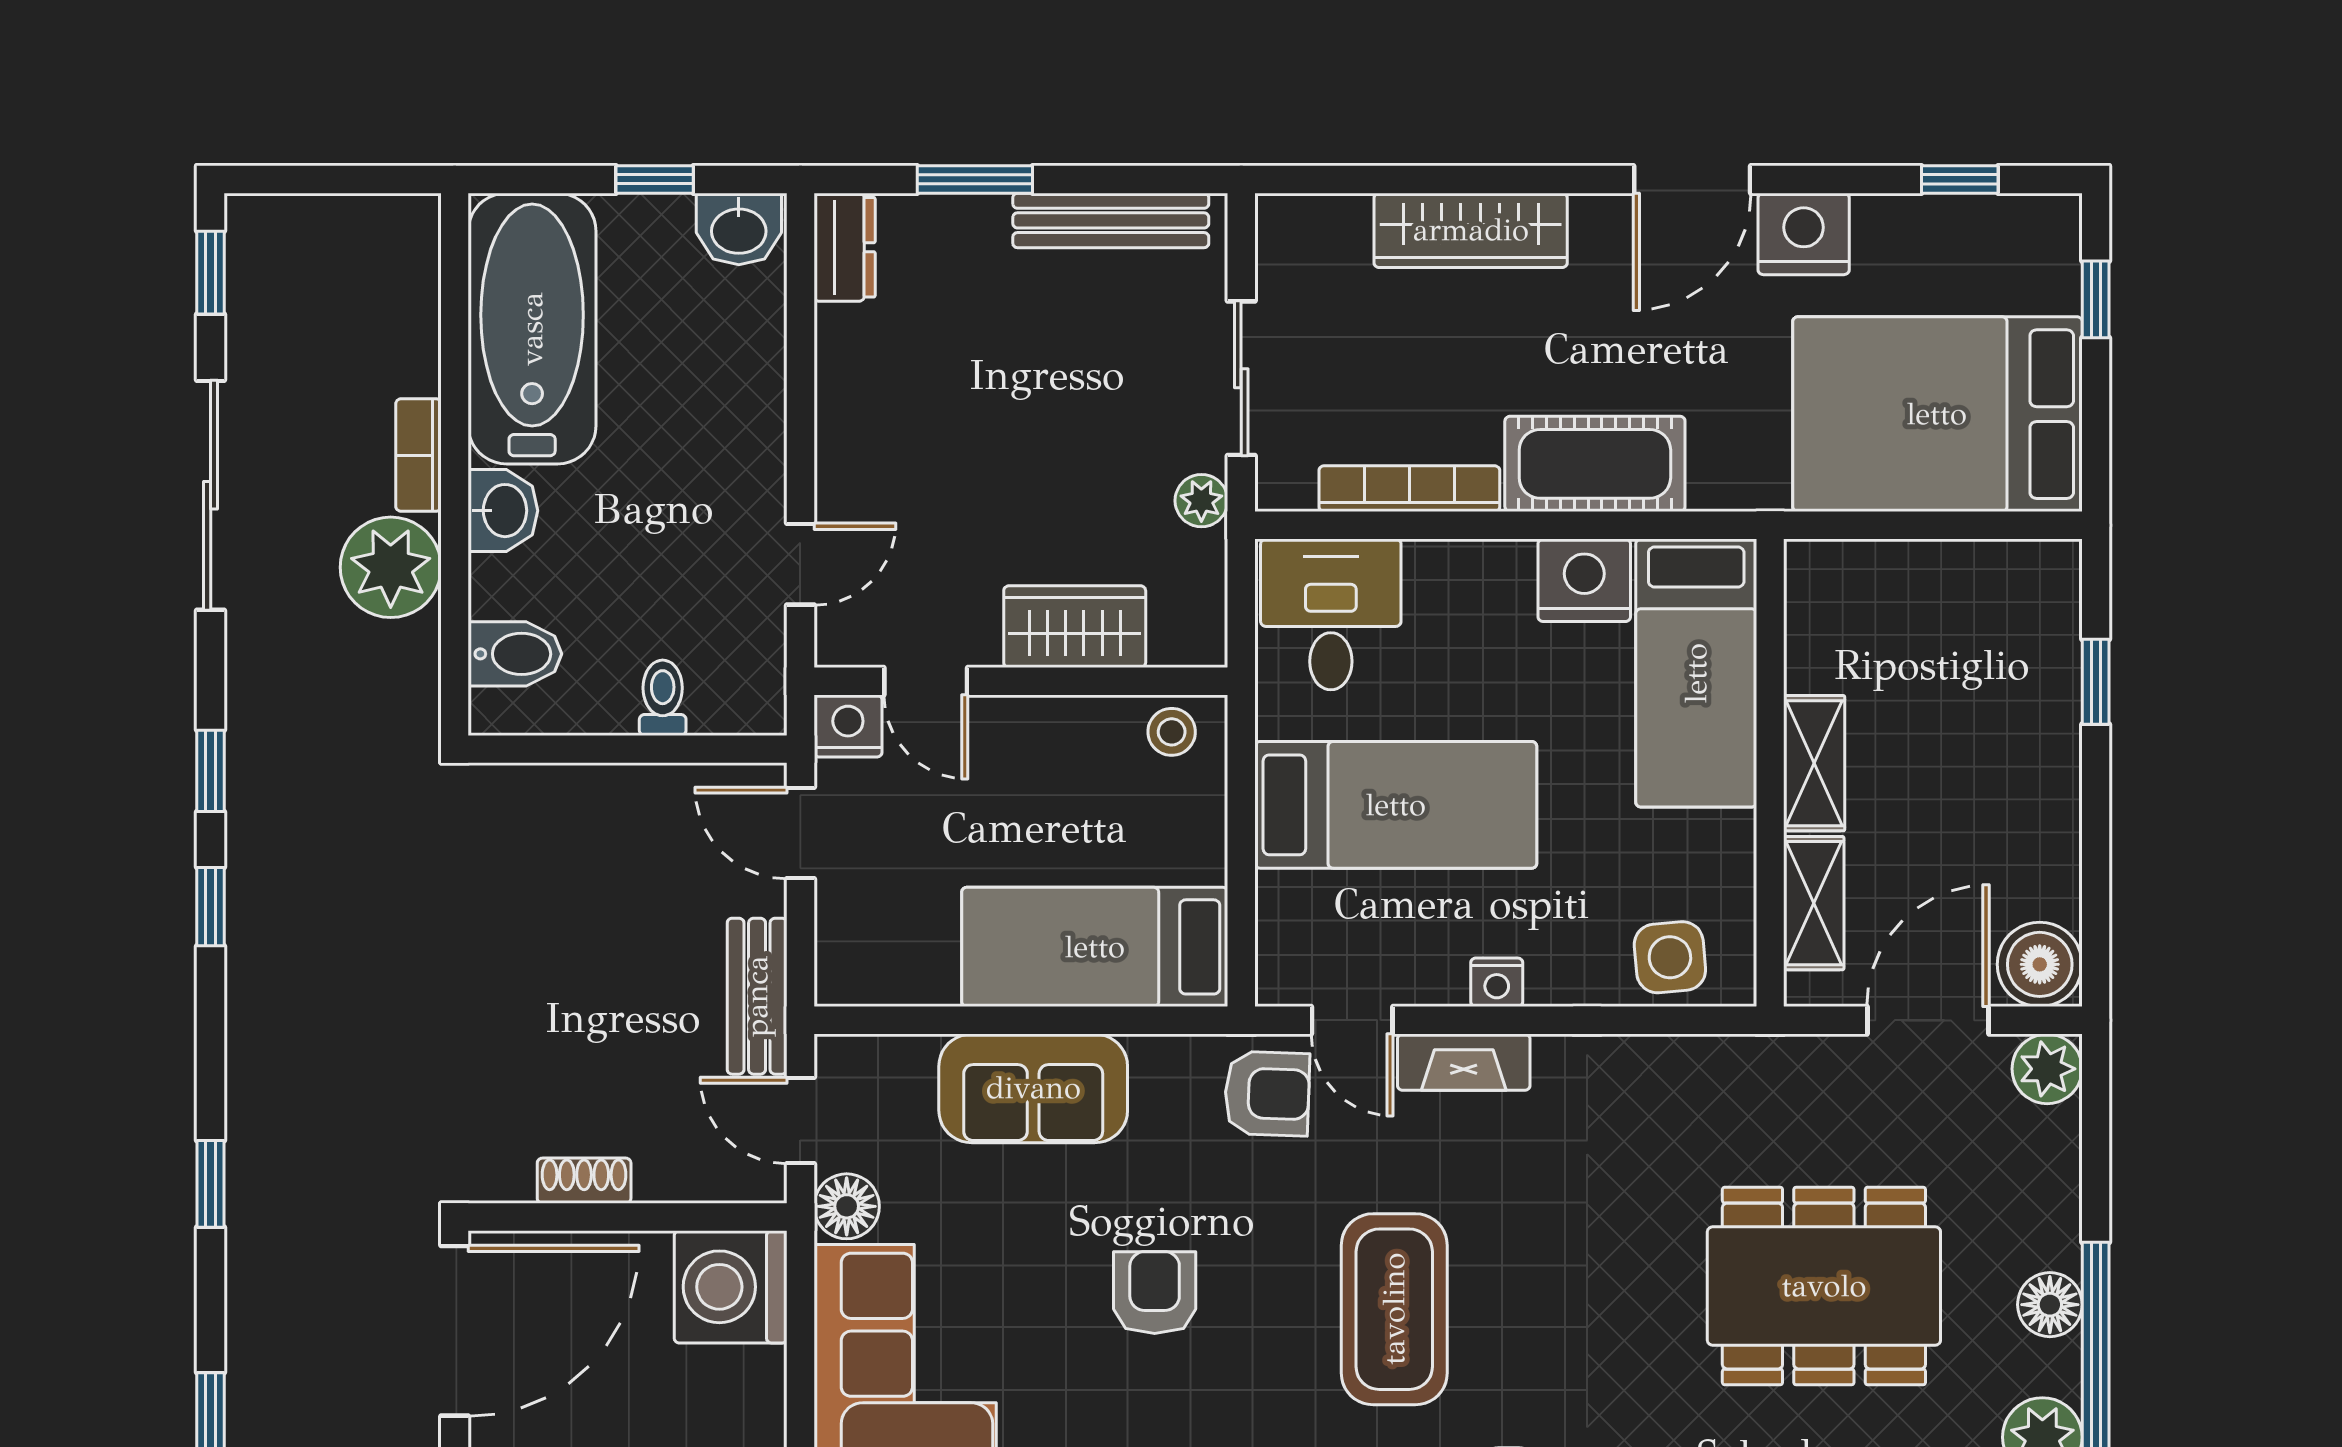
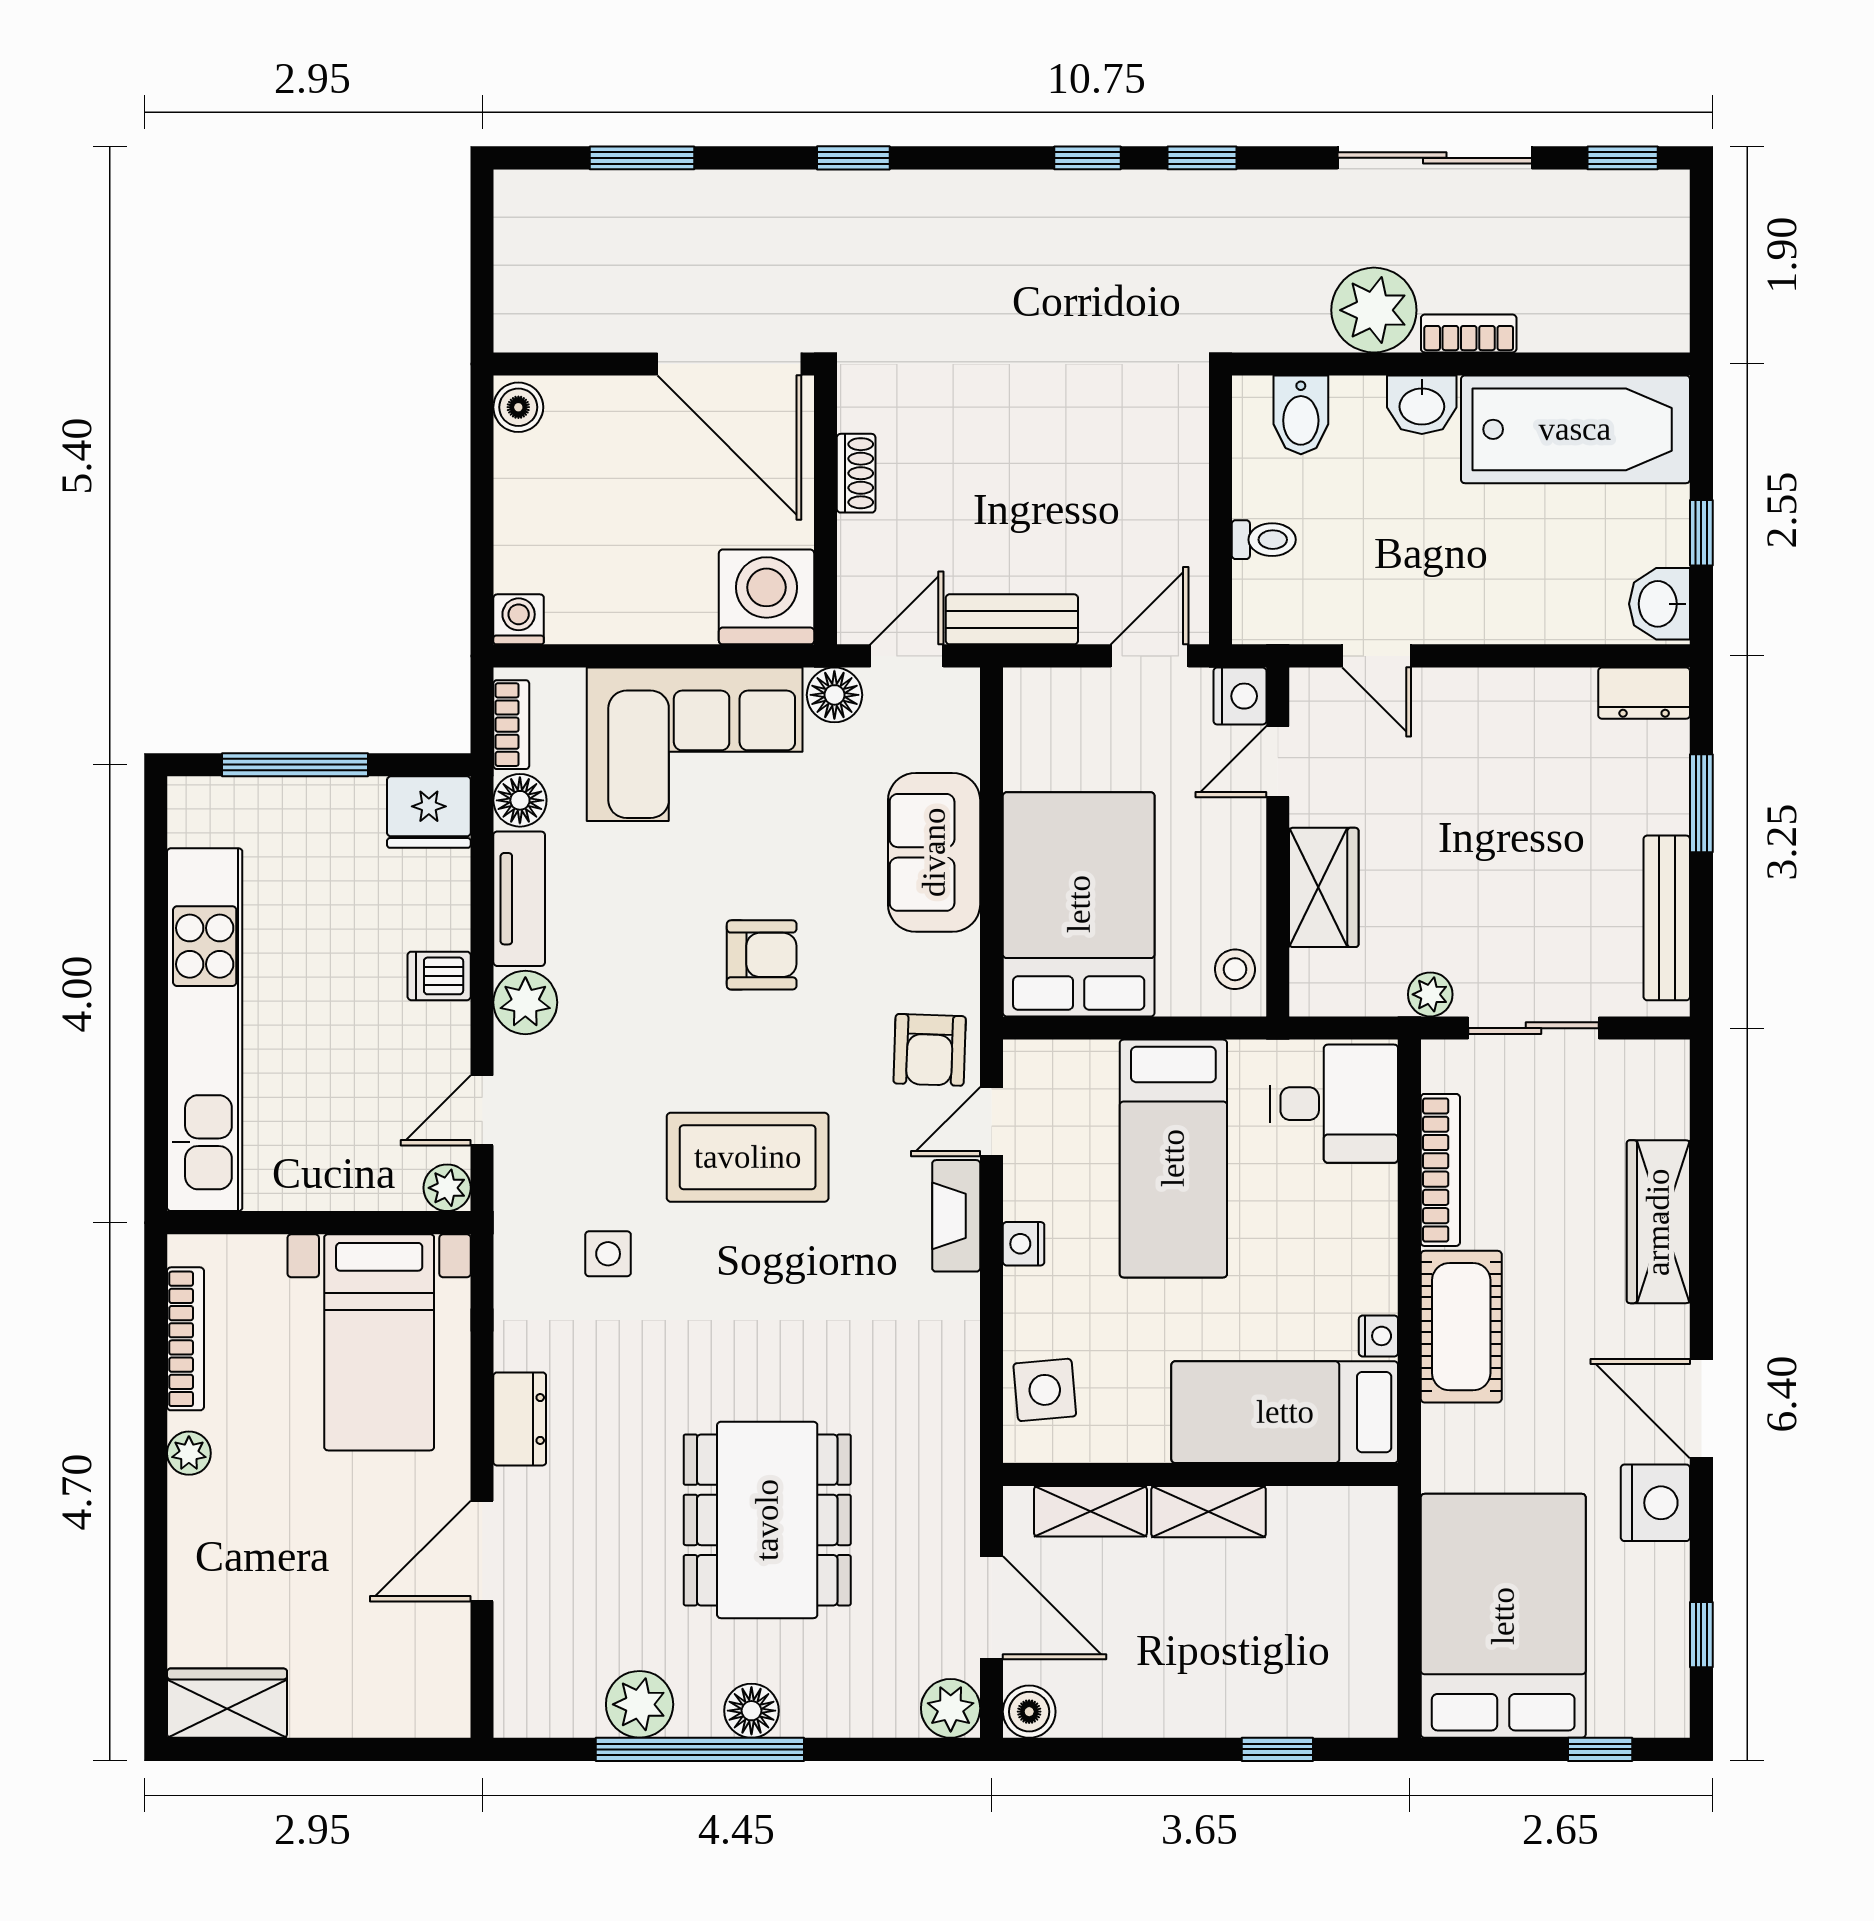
nightstand: (1584, 580) -> (1378, 1336), width x0.53, depth x0.56
bed: (1095, 947) -> (1079, 904), width x1.50
boiler: (2040, 964) -> (1029, 1712), width x0.73, depth x0.73

